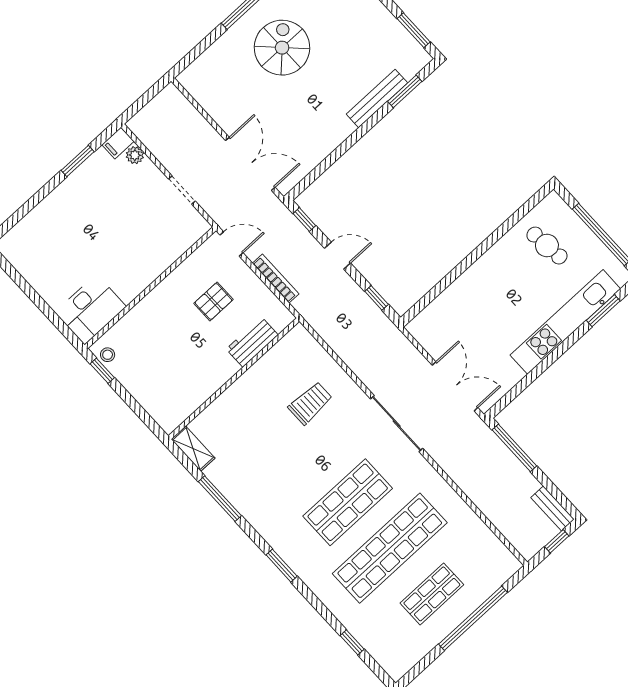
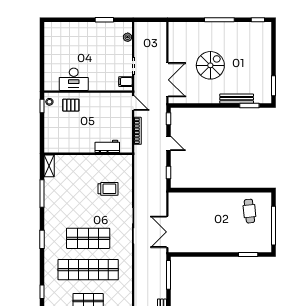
spiral stairs: (282, 48) -> (210, 65), moved
filing cabinet: (118, 143) -> (125, 82), moved
pallet: (213, 301) -> (71, 105), moved
desk: (90, 309) -> (74, 79), moved
kitchen unit: (565, 322) -> (230, 246), removed
double door: (455, 386) -> (167, 232), swing flipped

